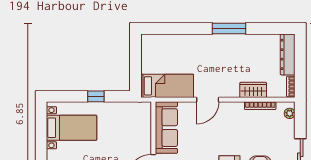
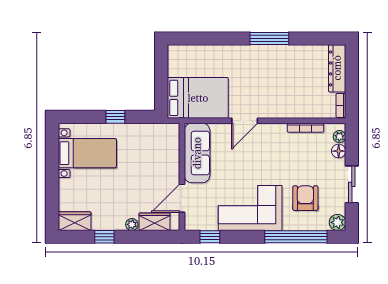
bed: (167, 86) -> (198, 98), width x1.50
wardrobe: (253, 90) -> (297, 109), removed
floor lamp: (289, 126) -> (339, 151), added

